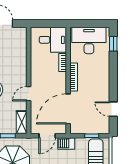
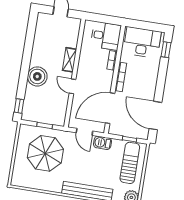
door: (29, 94) -> (73, 86), hinge flipped
door: (113, 109) -> (155, 116), width x1.88
shelving: (22, 122) -> (69, 60), moved
door: (47, 136) -> (84, 132), hinge flipped

